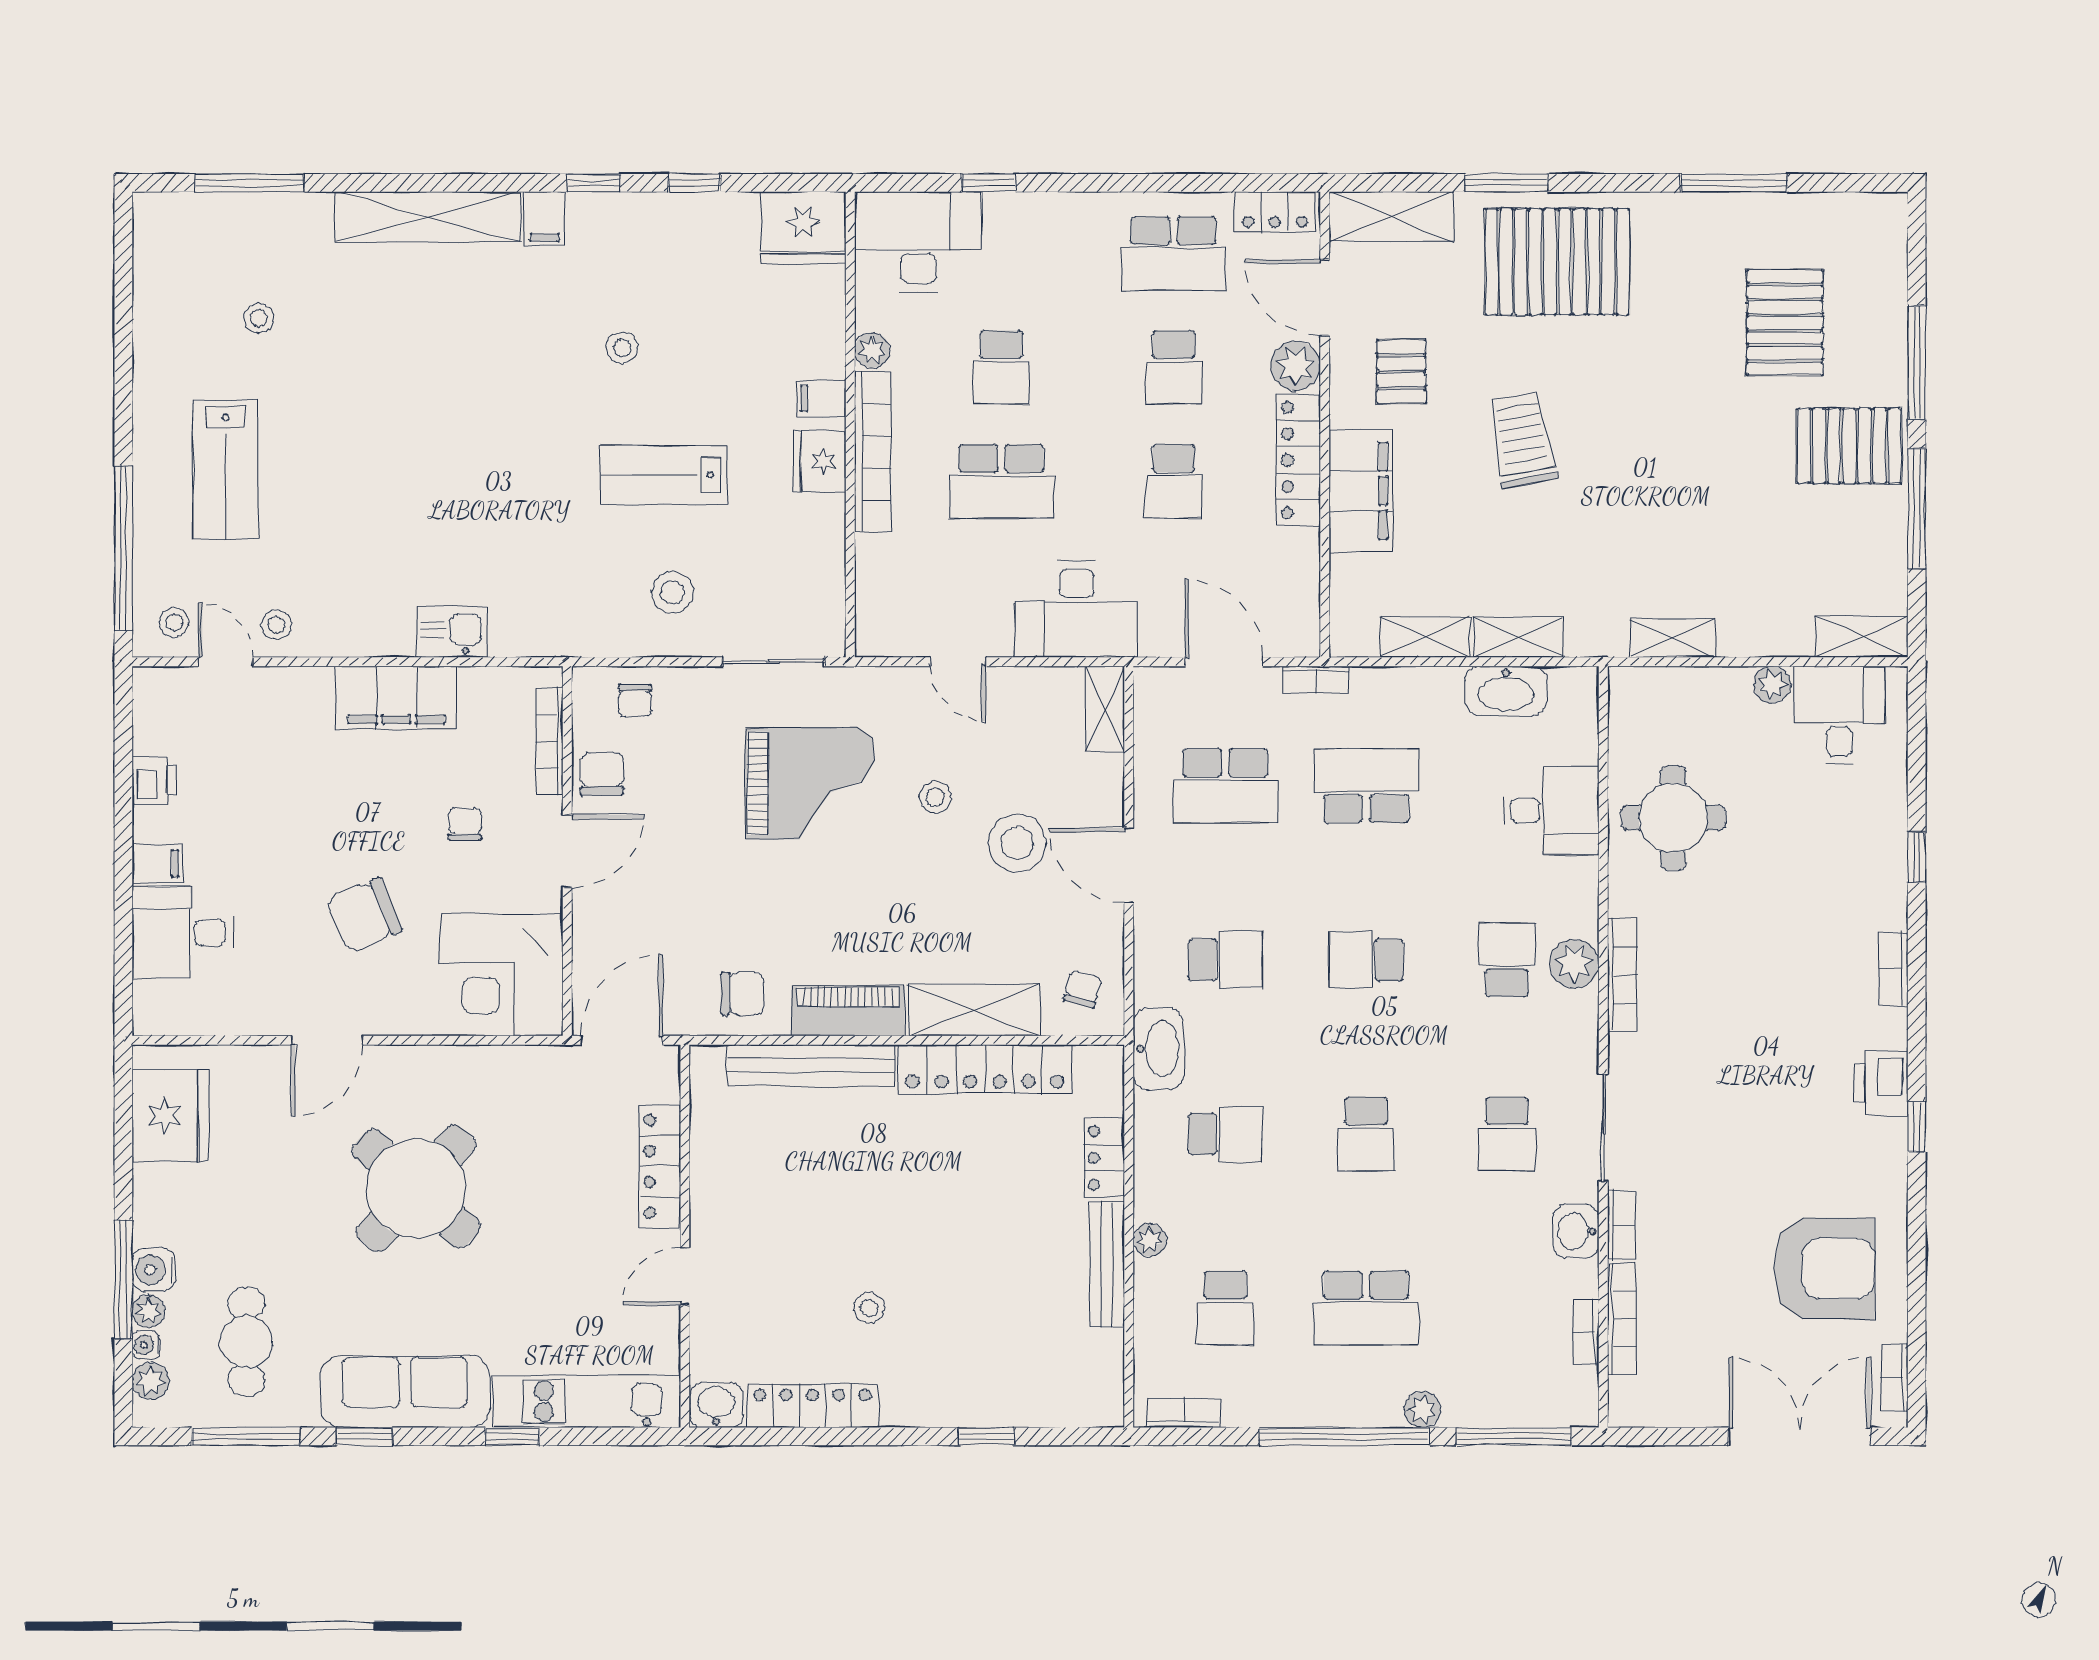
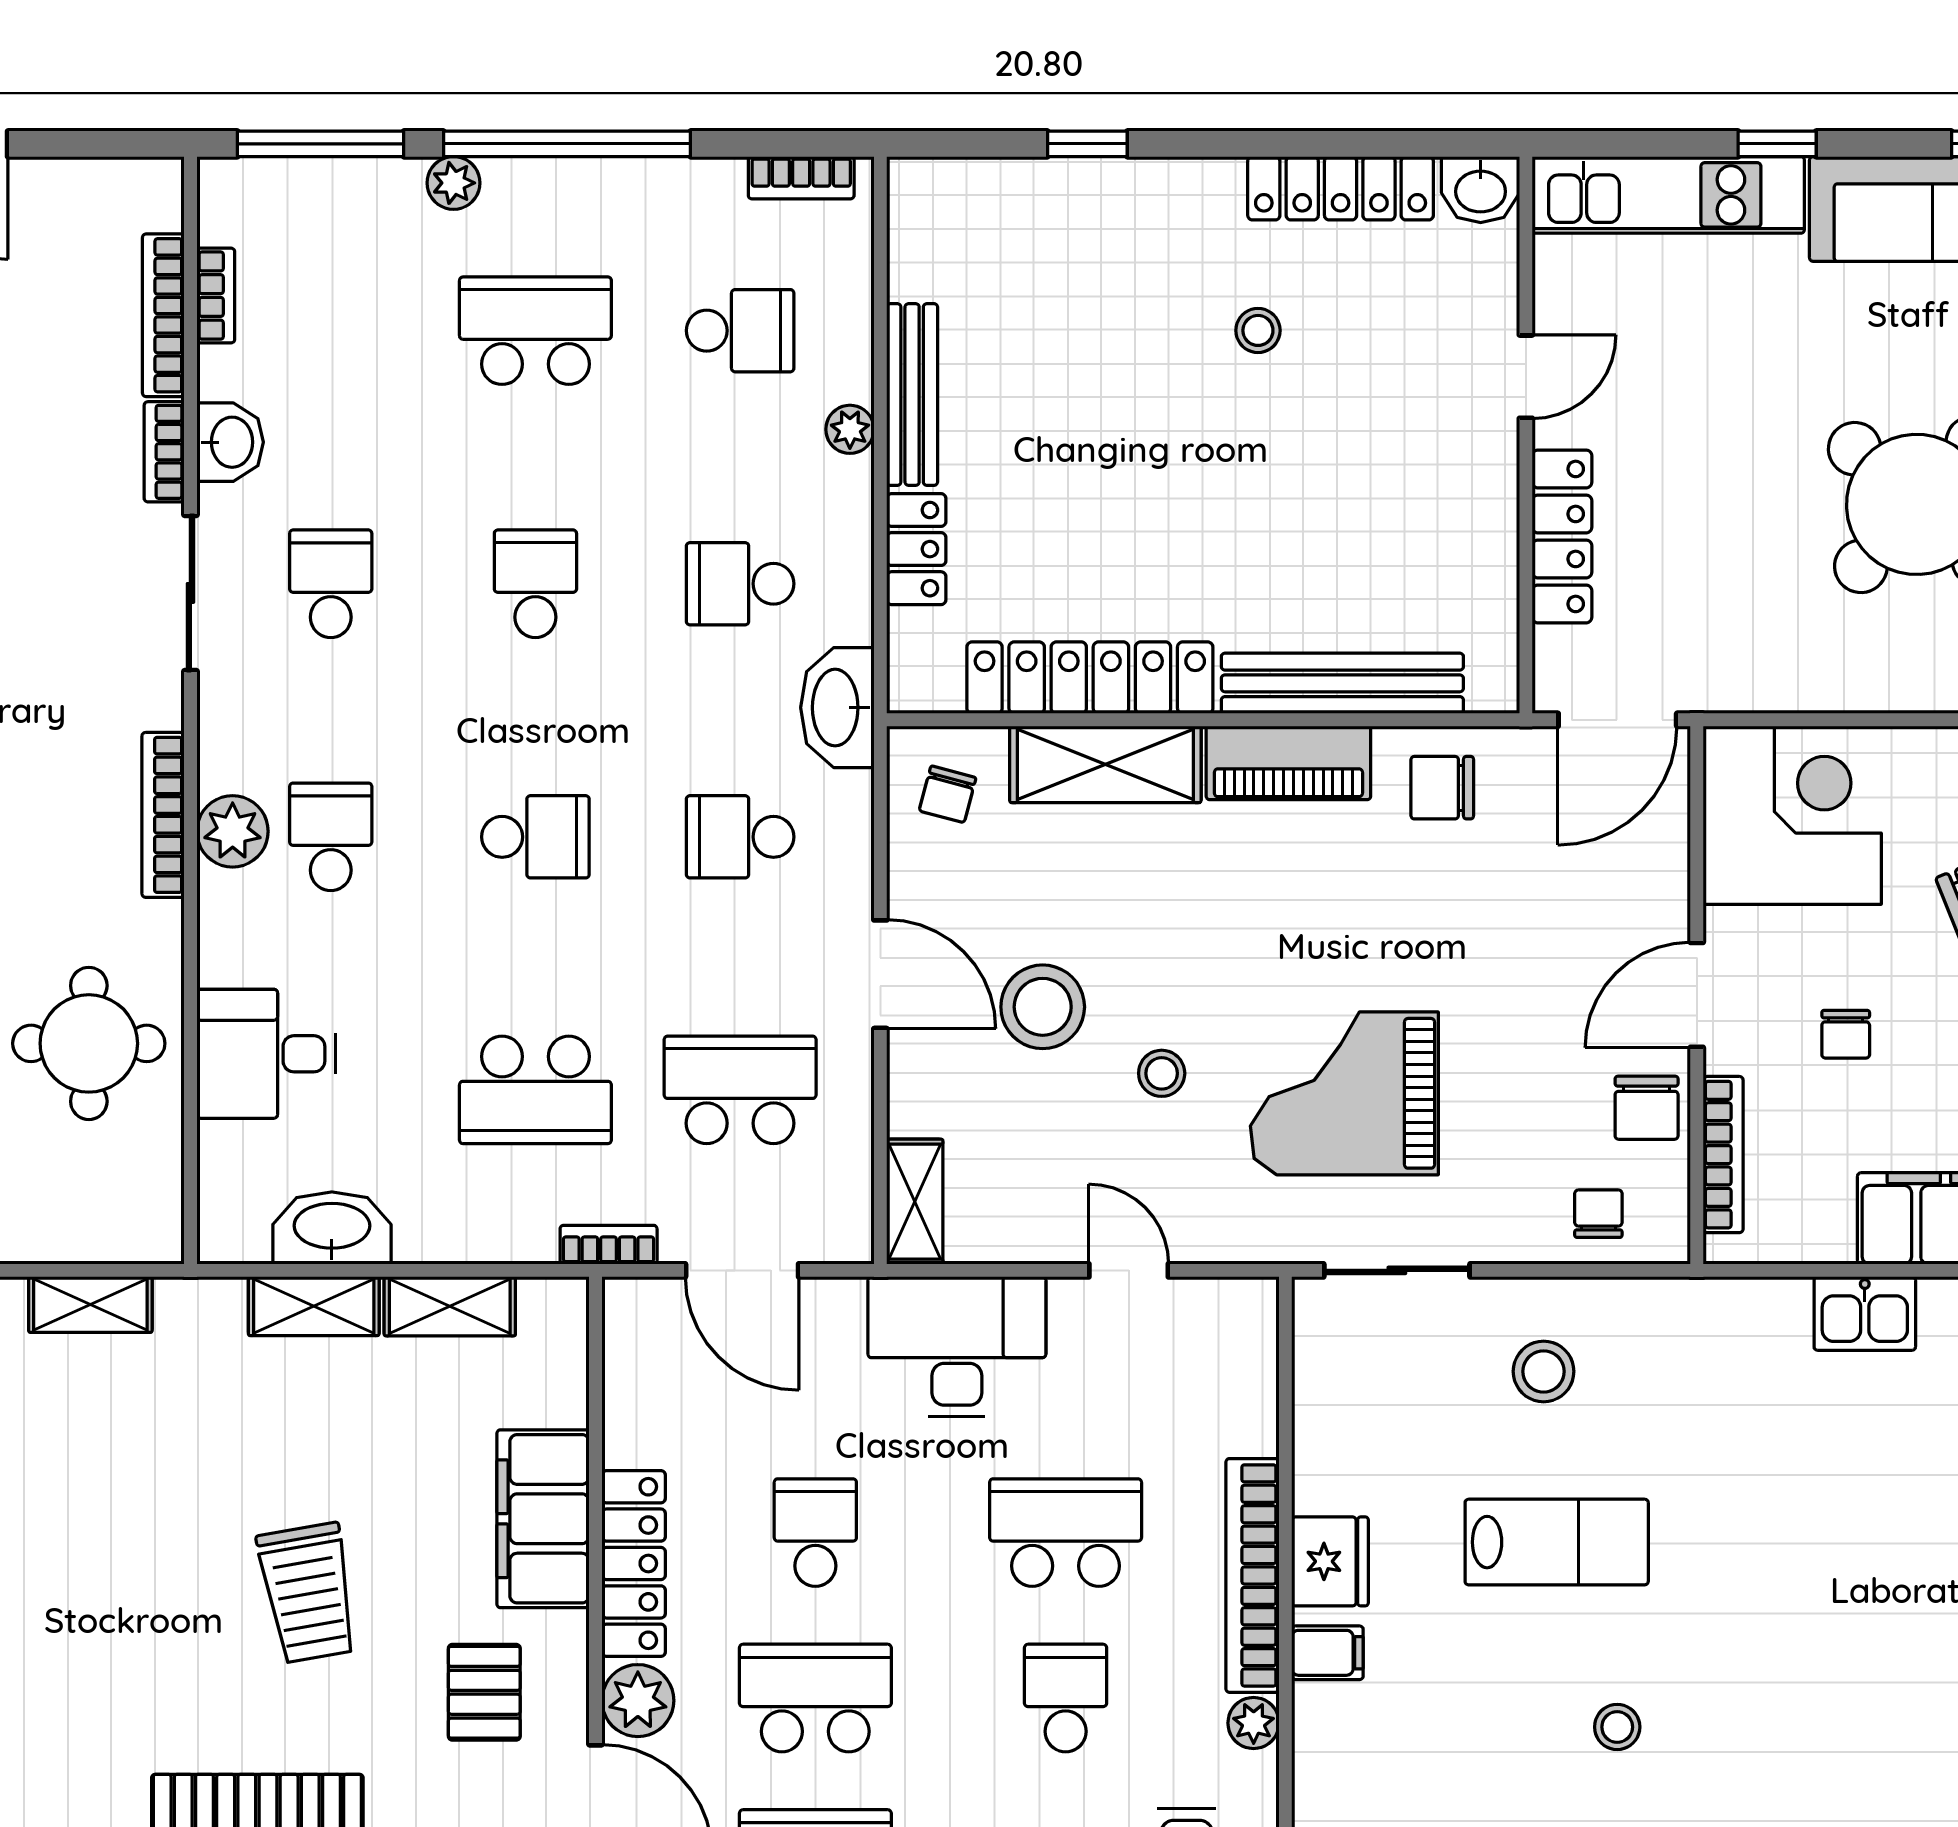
school desk: (1174, 368) -> (815, 1698), width x1.85
school desk: (1507, 960) -> (331, 837), turned 180
school desk: (1225, 1308) -> (740, 331), turned 90

